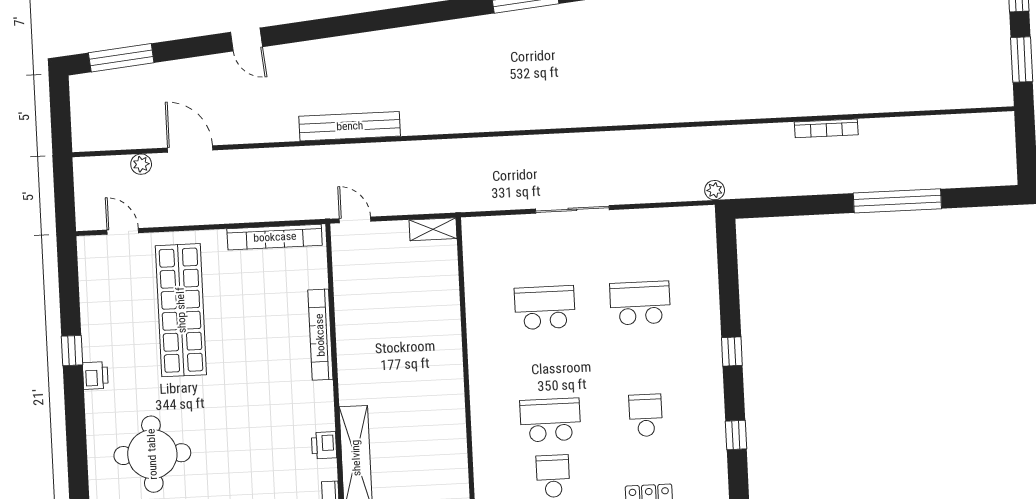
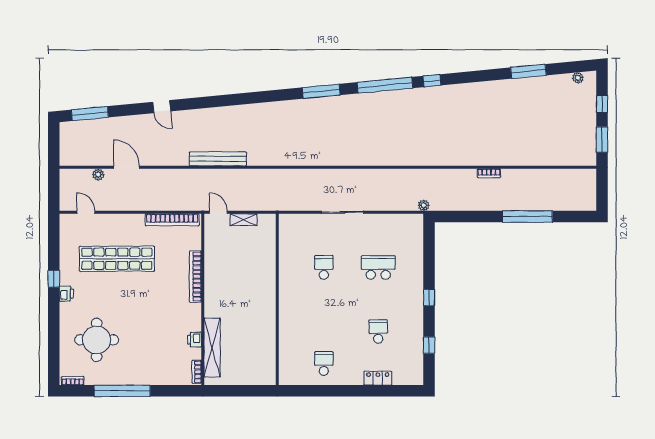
bookcase: (826, 128) -> (489, 173), width x0.64
shelving: (433, 229) -> (244, 220), moved
school desk: (545, 308) -> (324, 267), width x0.54
shop shelf: (181, 310) -> (117, 259), turned 90
school desk: (550, 420) -> (324, 331), removed

